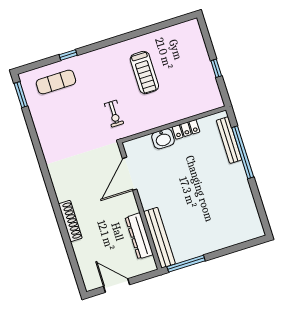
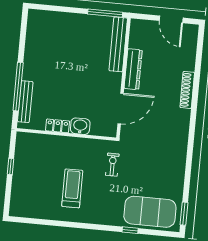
exercise mat: (56, 82) -> (150, 212), width x2.00, depth x1.45
dresser: (139, 236) -> (133, 69), moved

